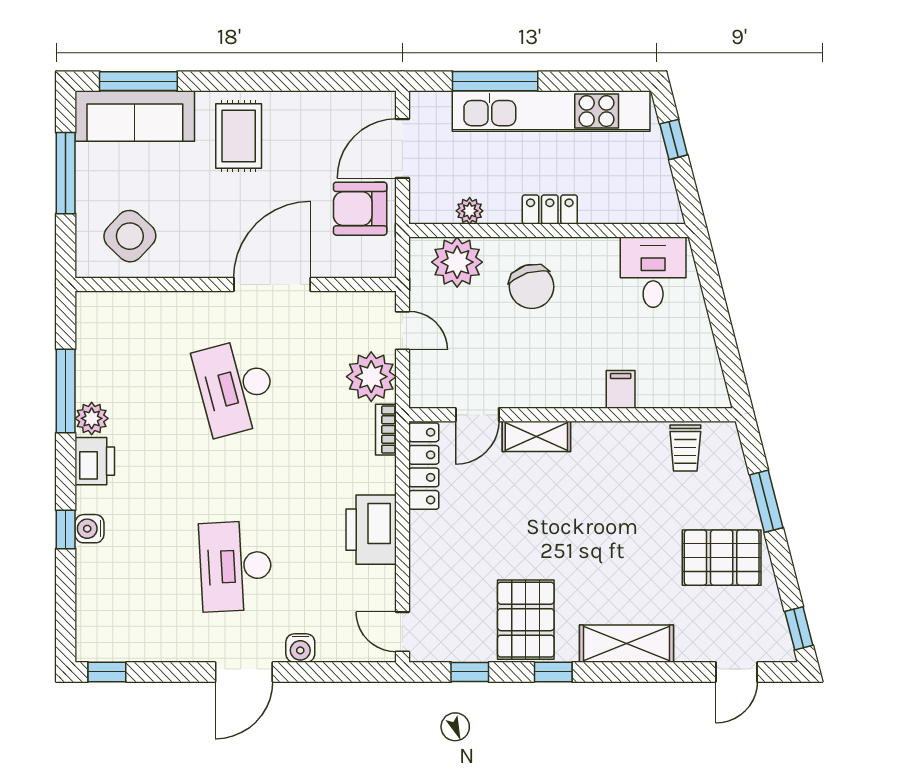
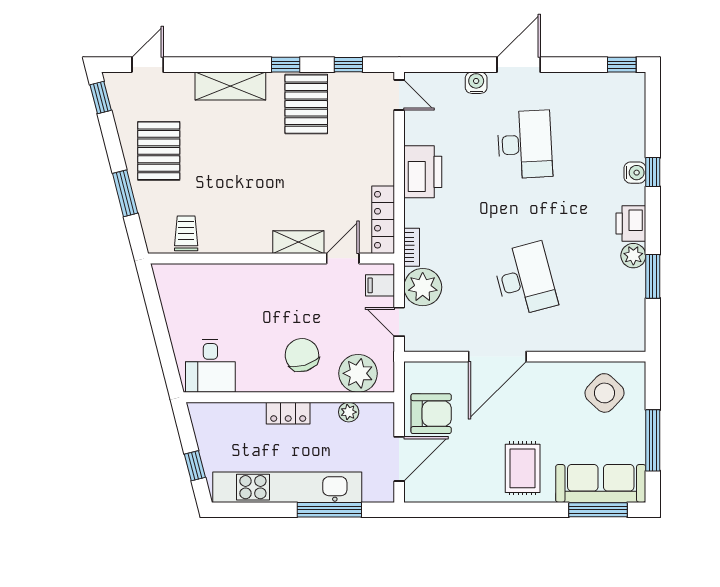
filing cabinet: (621, 389) -> (380, 285), moved, turned 90
window: (66, 391) -> (653, 276), width x0.69
pallet: (722, 558) -> (159, 151), turned 90

